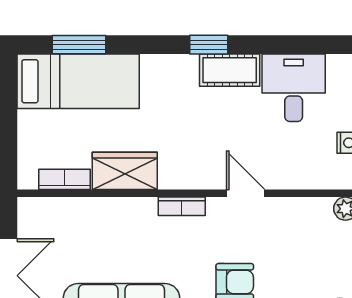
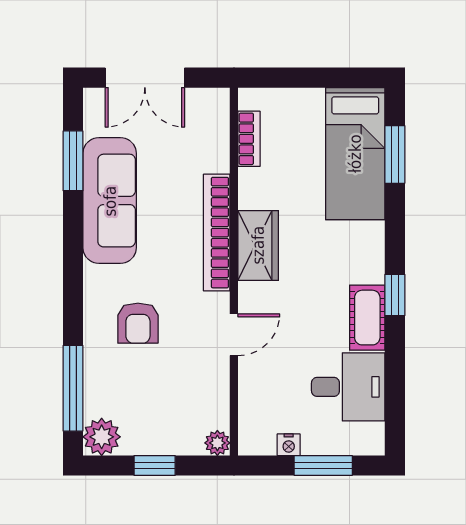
wardrobe: (125, 171) -> (258, 245), moved
bookcase: (182, 206) -> (217, 233), width x2.31, depth x1.31

